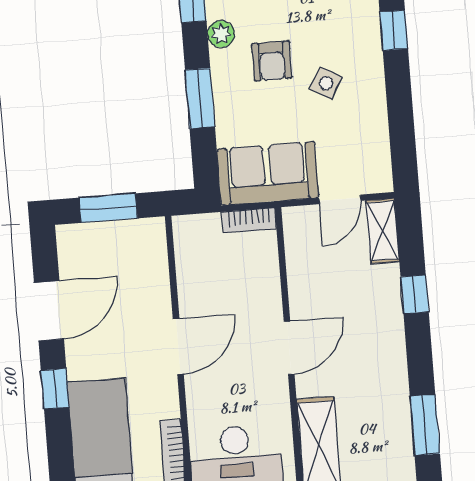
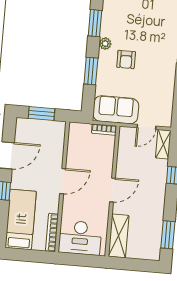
side table: (326, 83) -> (149, 74), removed

